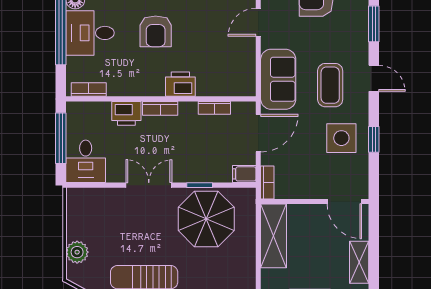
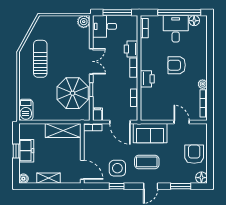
door: (344, 201) -> (82, 170), swing flipped
plant: (77, 252) -> (84, 22), moved

